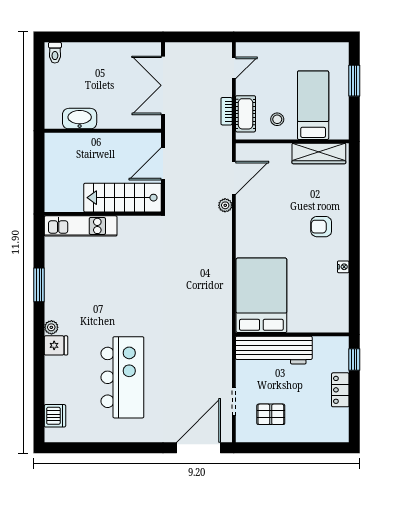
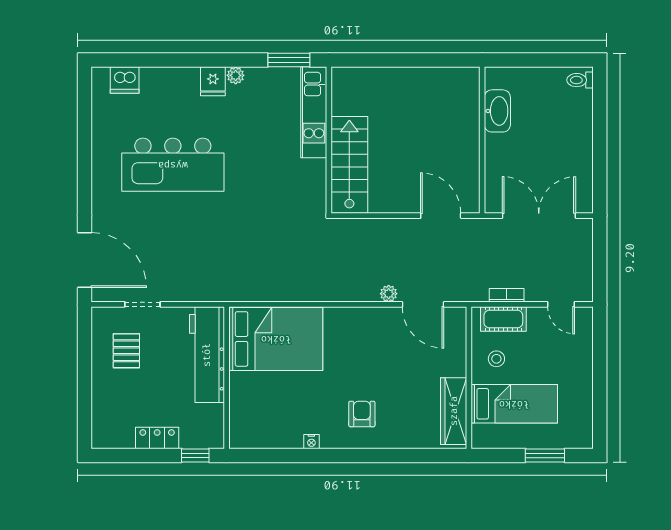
stairs: (123, 198) -> (349, 165), moved
wall: (103, 214) -> (329, 140), moved
kitchen unit: (81, 226) -> (314, 112), moved

